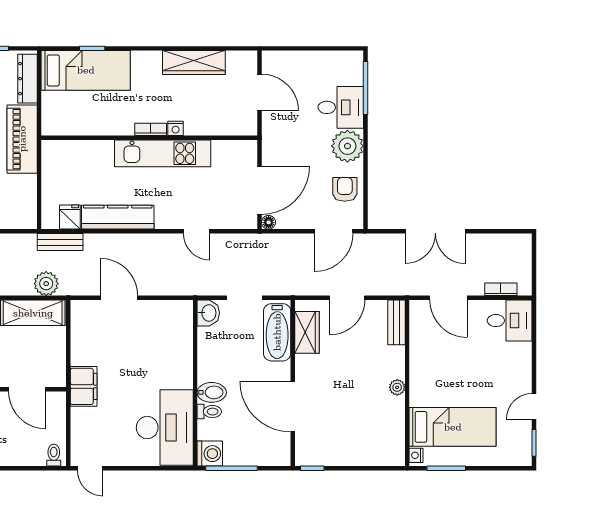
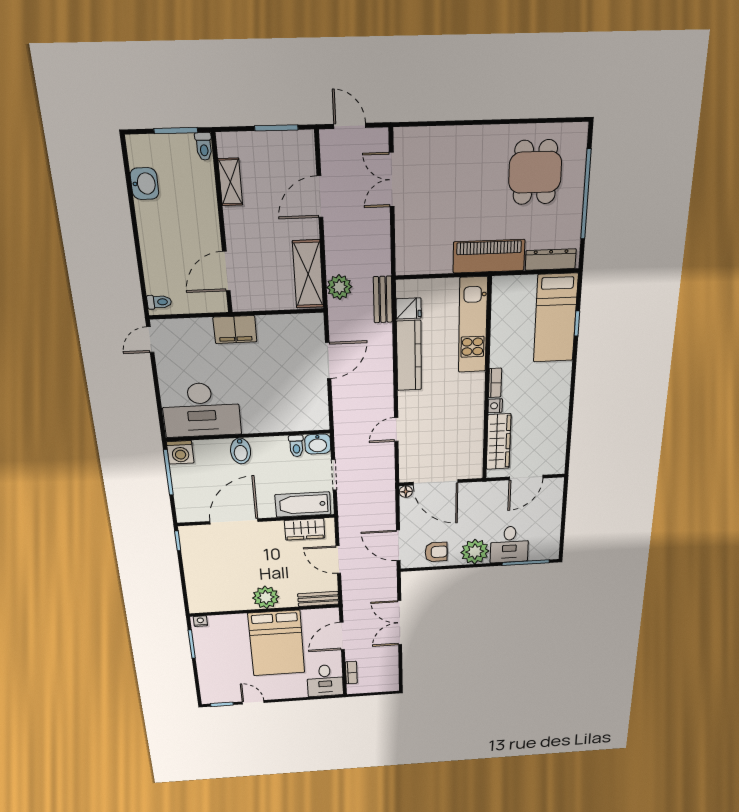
wardrobe: (194, 63) -> (499, 442), moved, turned 180
kitchen unit: (163, 153) -> (473, 325), moved
plant: (397, 387) -> (266, 597), width x1.88, depth x1.88
toilet: (209, 412) -> (296, 446), moved
bed: (453, 427) -> (277, 643), moved, width x1.50

